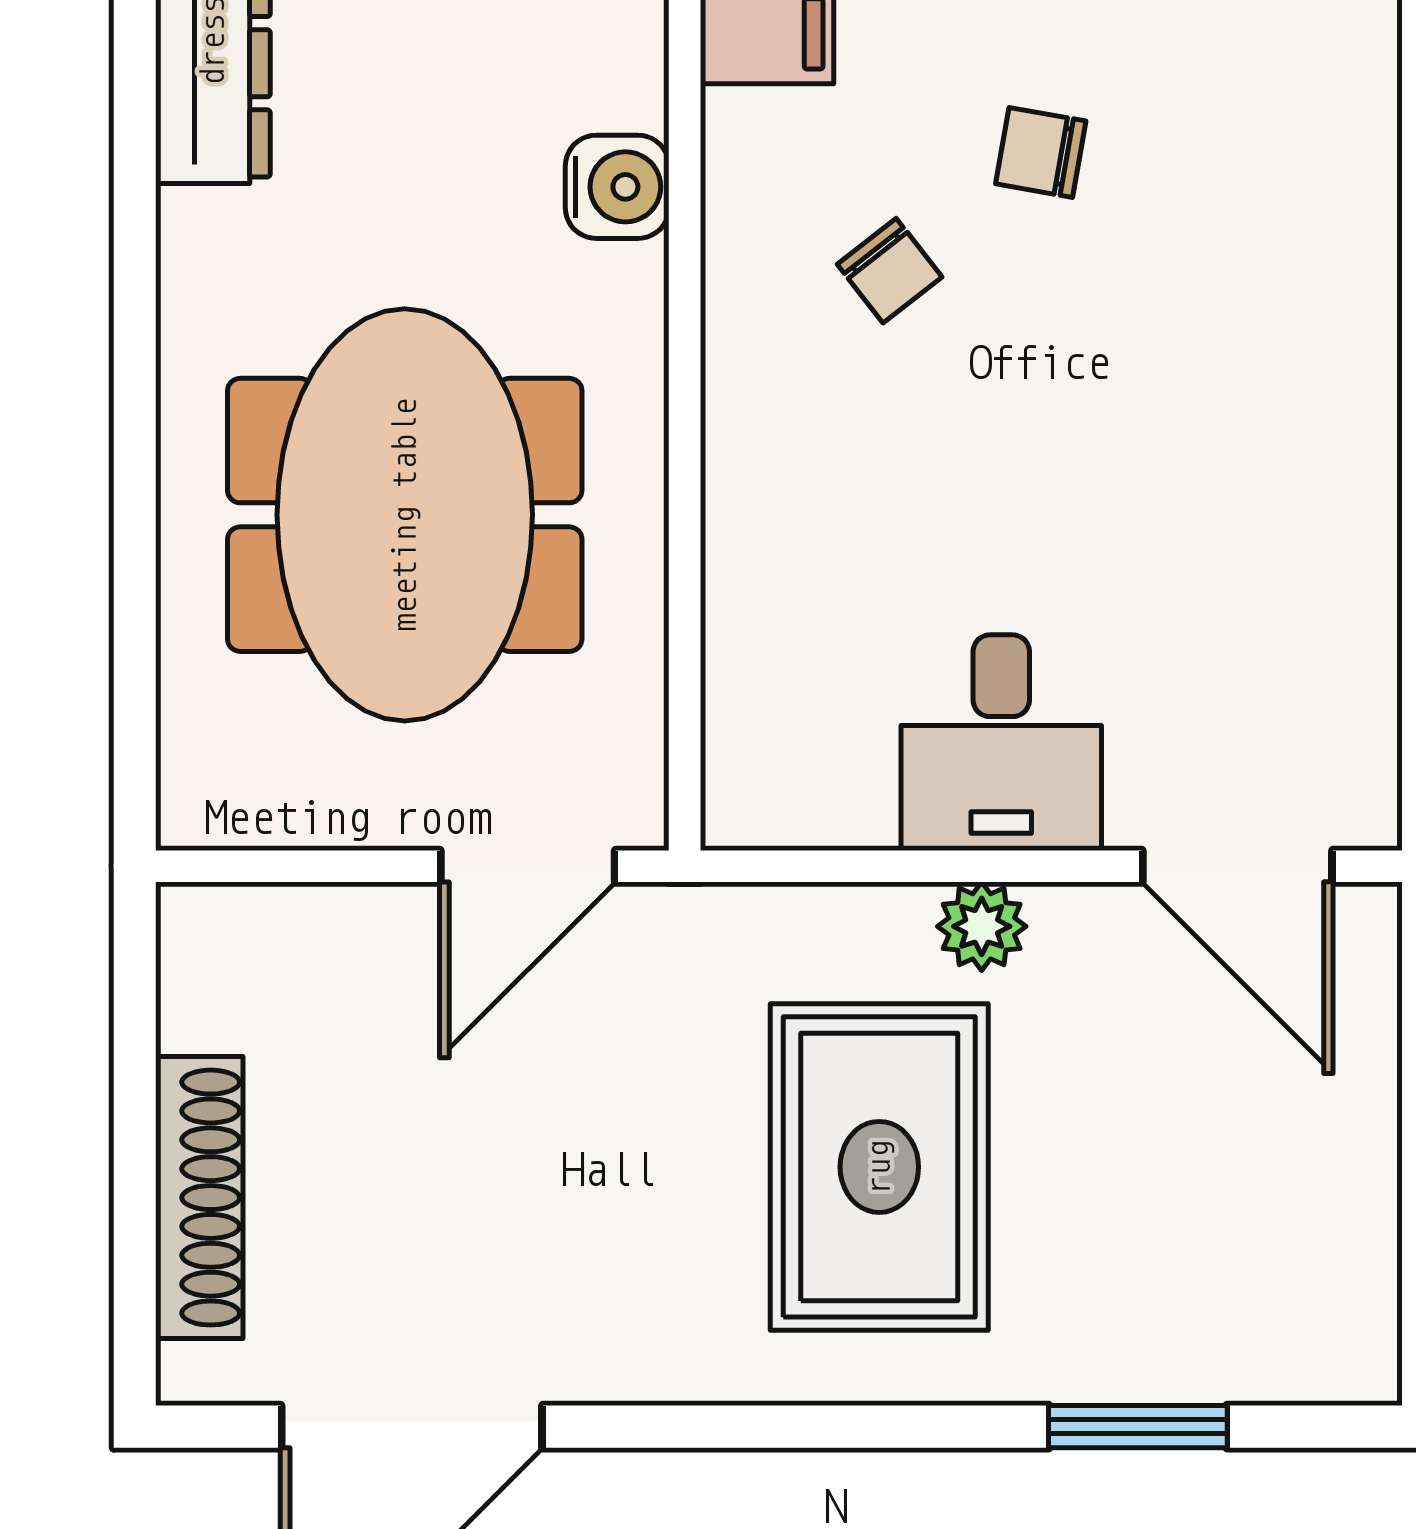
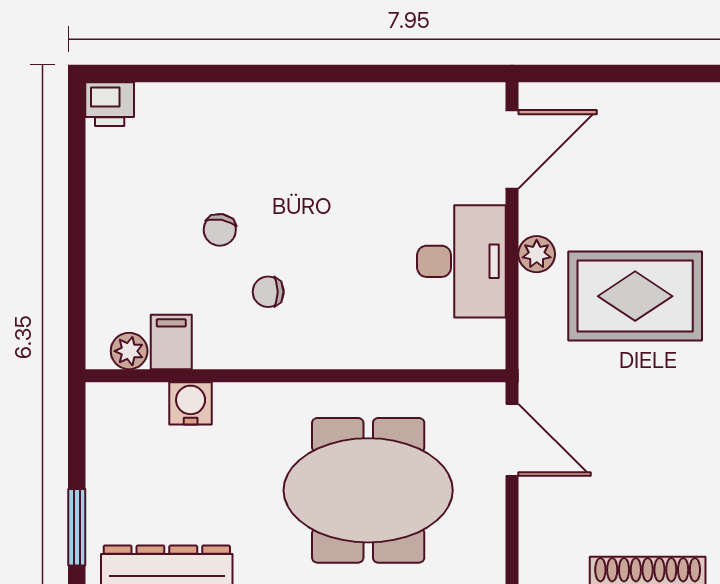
water cooler: (617, 187) -> (191, 403), moved
chair: (890, 271) -> (268, 292), turned -142
desk: (1001, 743) -> (461, 261), width x1.37

